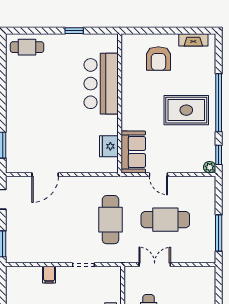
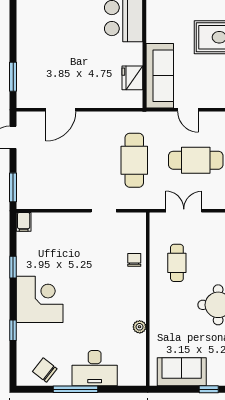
sofa: (133, 152) -> (160, 76), width x1.36
filing cabinet: (49, 275) -> (24, 222), moved

